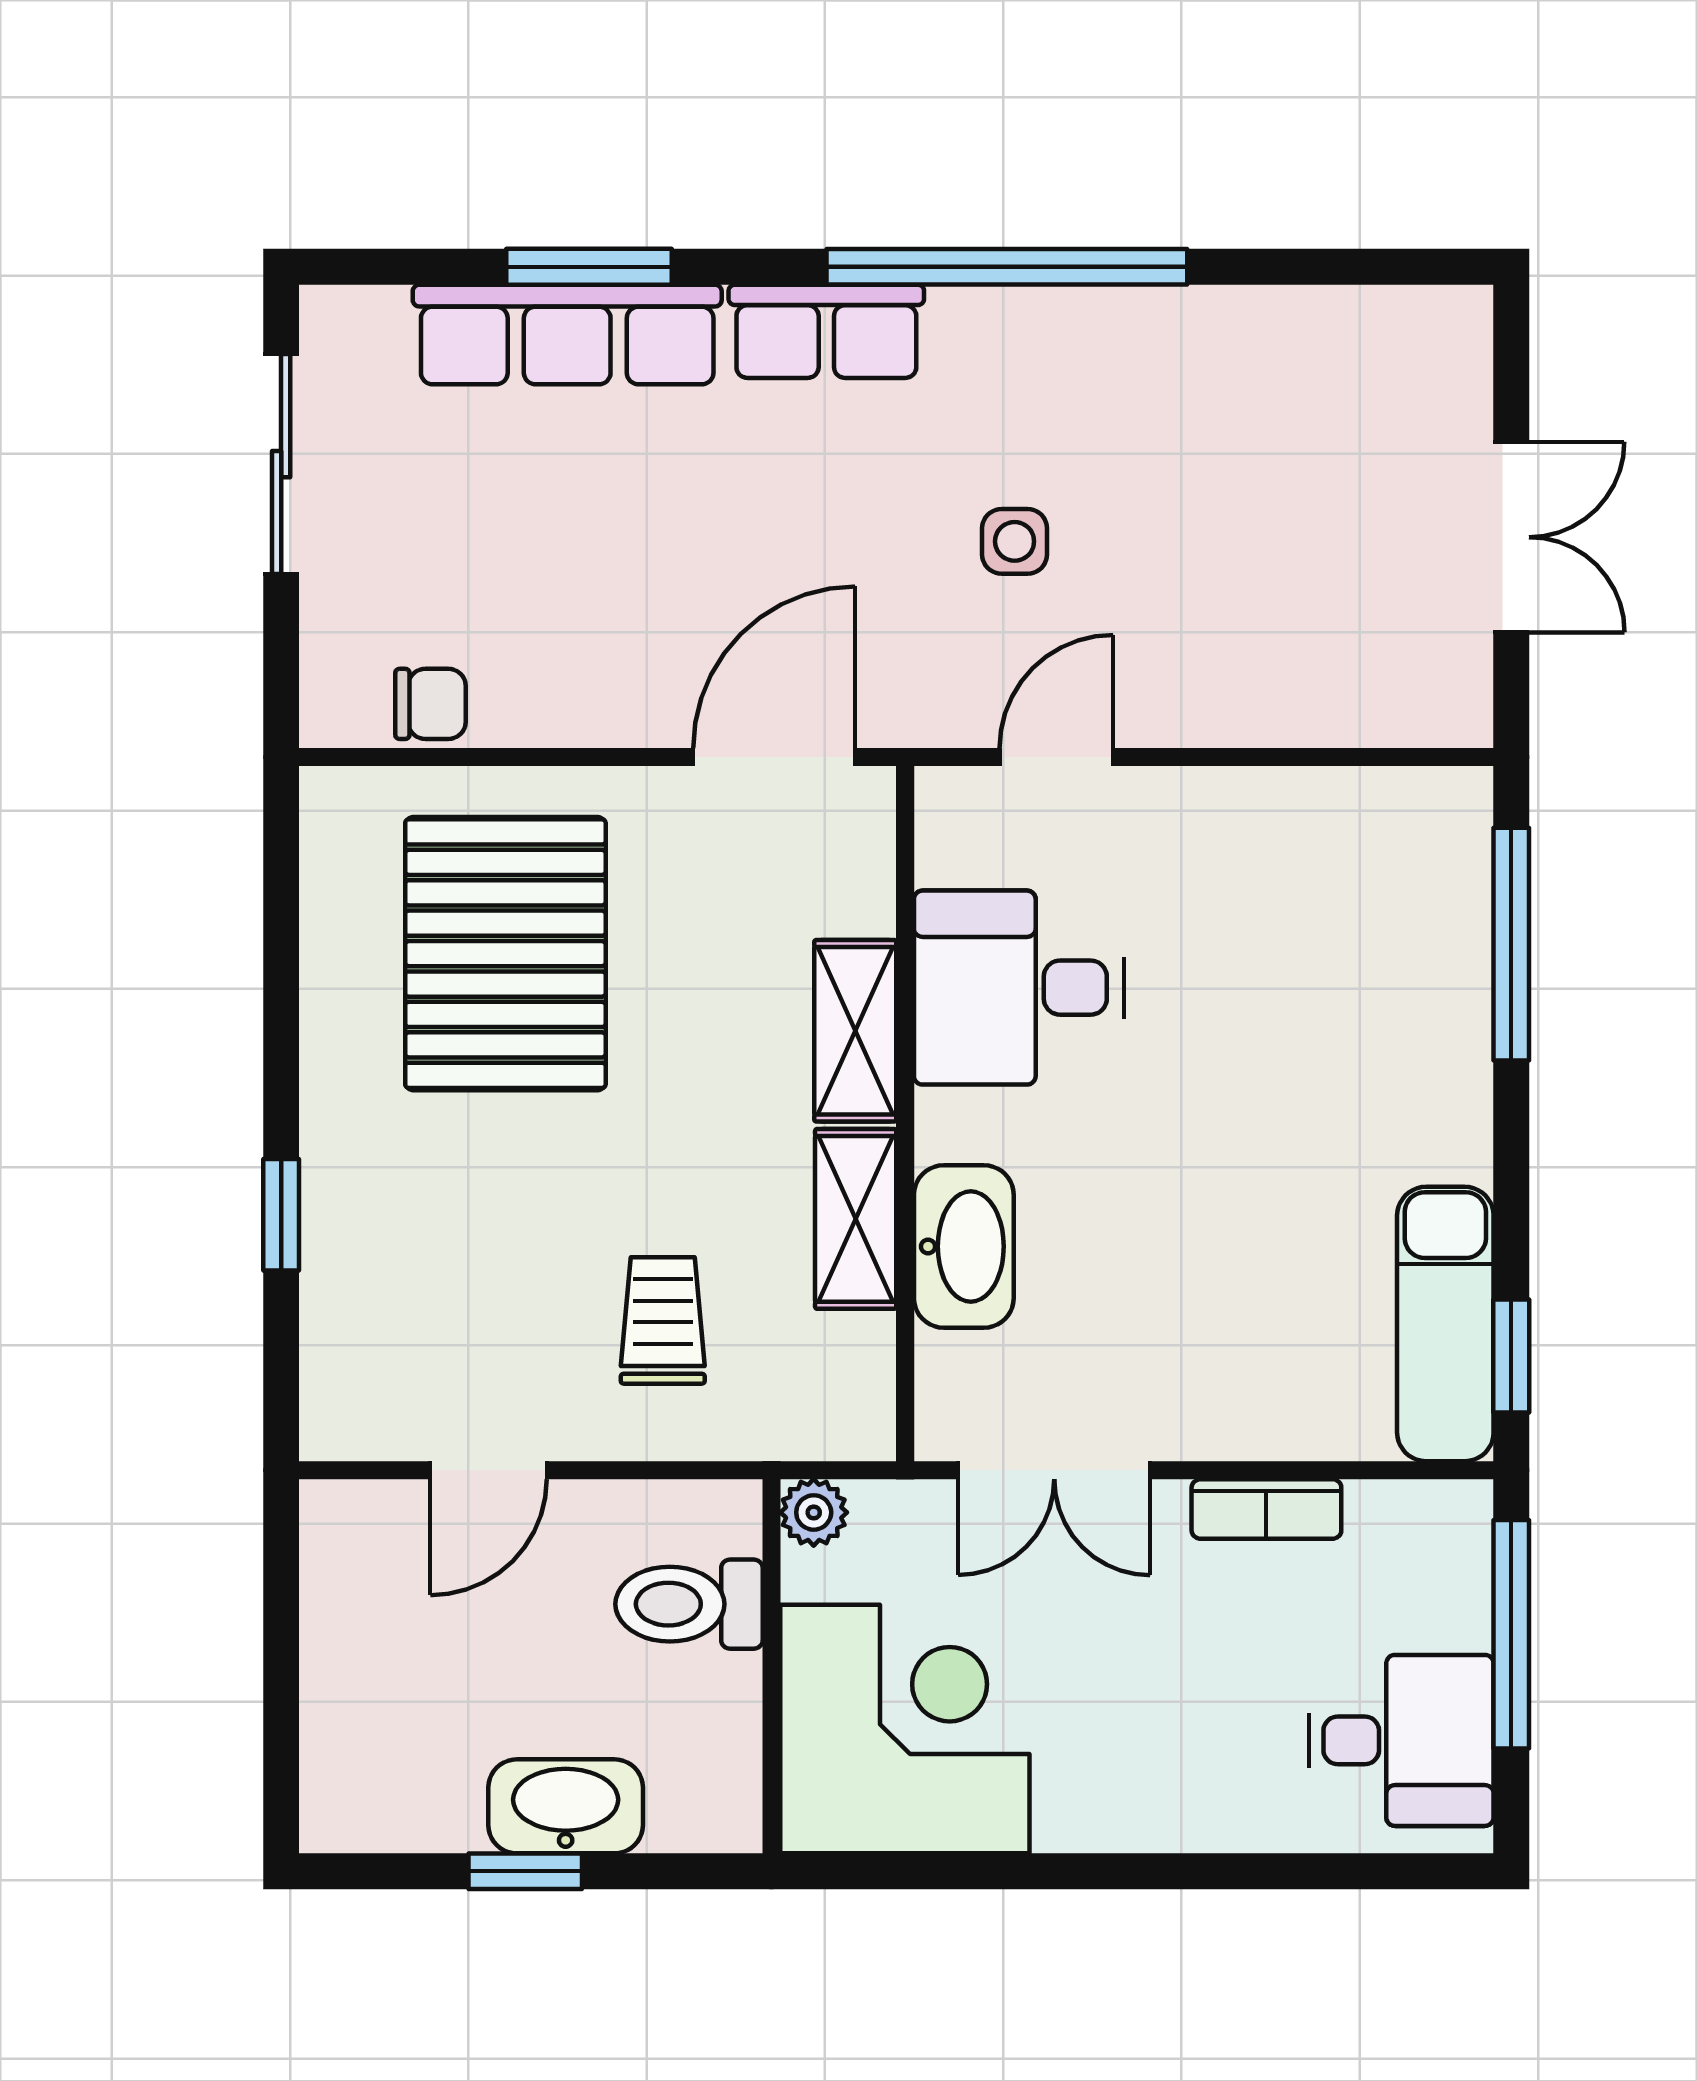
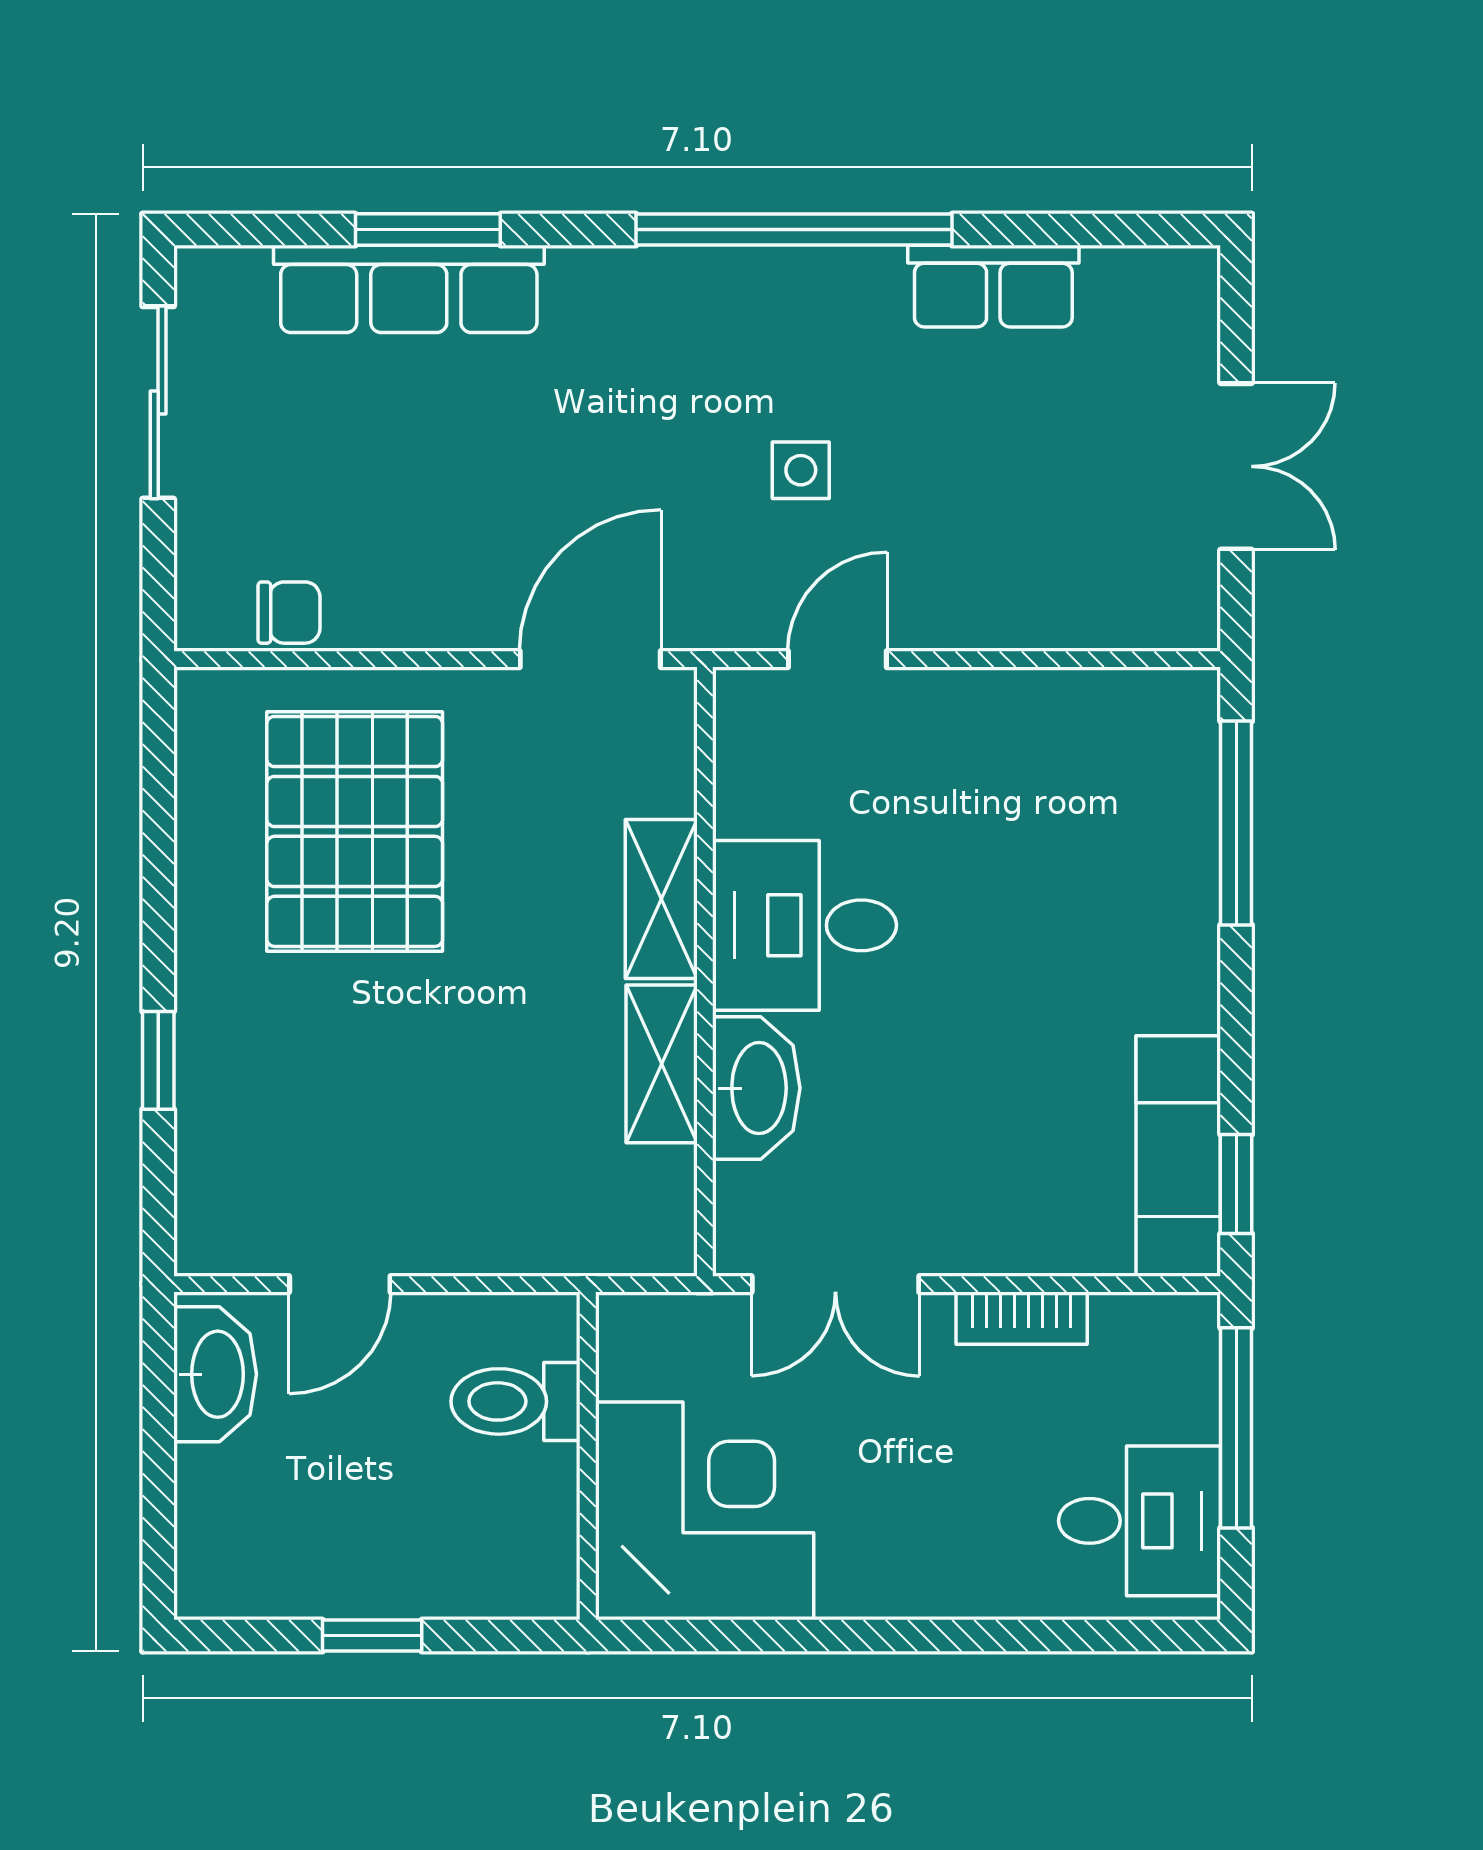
row of seats: (826, 331) -> (993, 286), moved
desk: (1019, 988) -> (805, 925), moved
trolley: (663, 1320) -> (493, 1153), removed
plant: (814, 1512) -> (625, 1321), removed
washbasin: (566, 1806) -> (215, 1374), moved, turned 90

